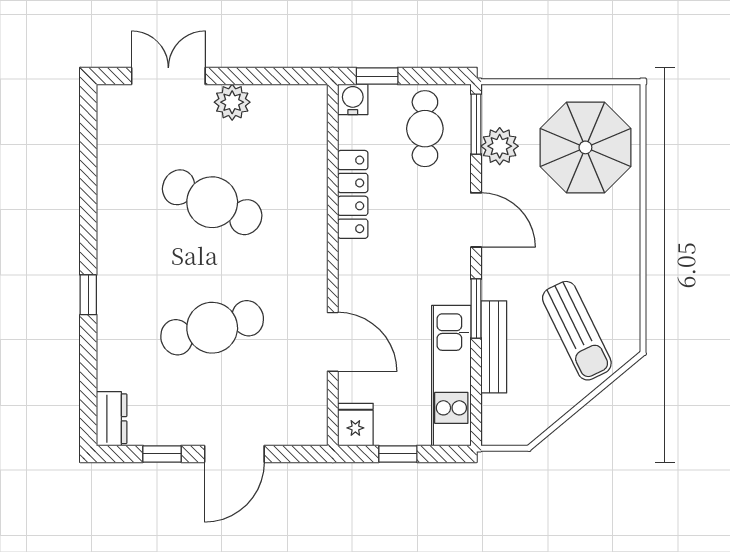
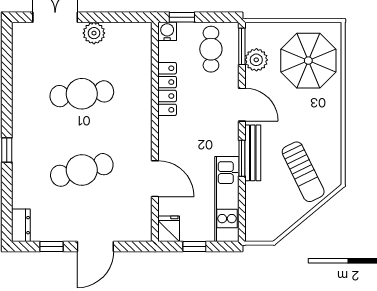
cafe table: (212, 202) -> (82, 94), turned -30
bench: (494, 347) -> (253, 153), moved

